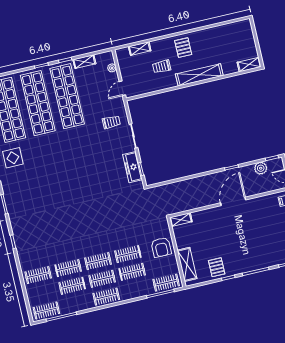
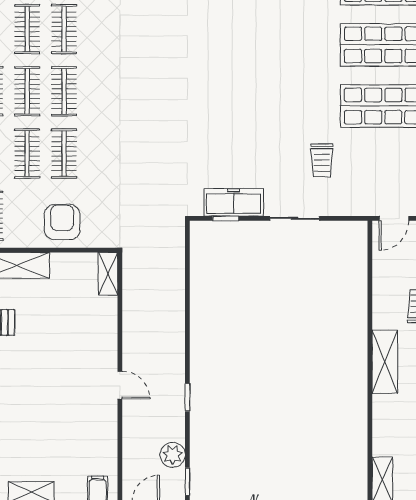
shelving: (199, 75) -> (385, 362), width x0.68
door: (122, 88) -> (394, 218), swing flipped
trolley: (111, 122) -> (322, 160), moved
door: (233, 201) -> (120, 385), width x0.53
armchair: (161, 247) -> (62, 222), turned 90

